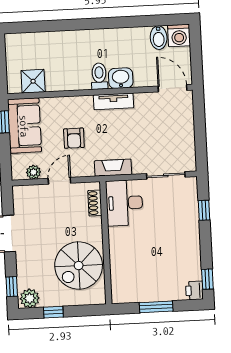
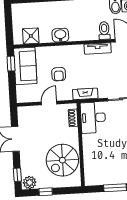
toilet: (99, 76) -> (104, 31), moved
washbasin: (121, 78) -> (60, 35), moved
tv unit: (114, 101) -> (98, 48), moved
plant: (33, 172) -> (32, 97), removed

